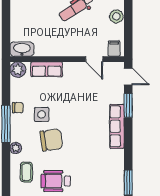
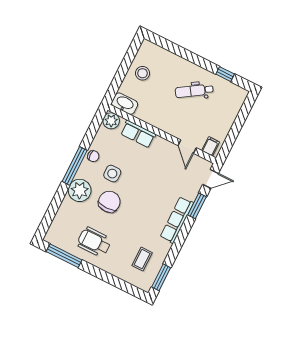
stool: (116, 16) -> (143, 73), moved
door: (128, 77) -> (211, 179), hinge flipped
chair: (51, 140) -> (109, 202), turned -82
plant: (16, 148) -> (80, 190), width x1.87, depth x1.87
coffee table: (26, 172) -> (142, 259), moved

